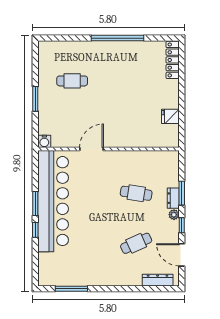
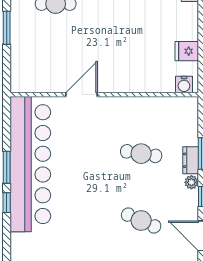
water cooler: (44, 141) -> (184, 85), moved
cafe table: (136, 243) -> (141, 220), turned 48

